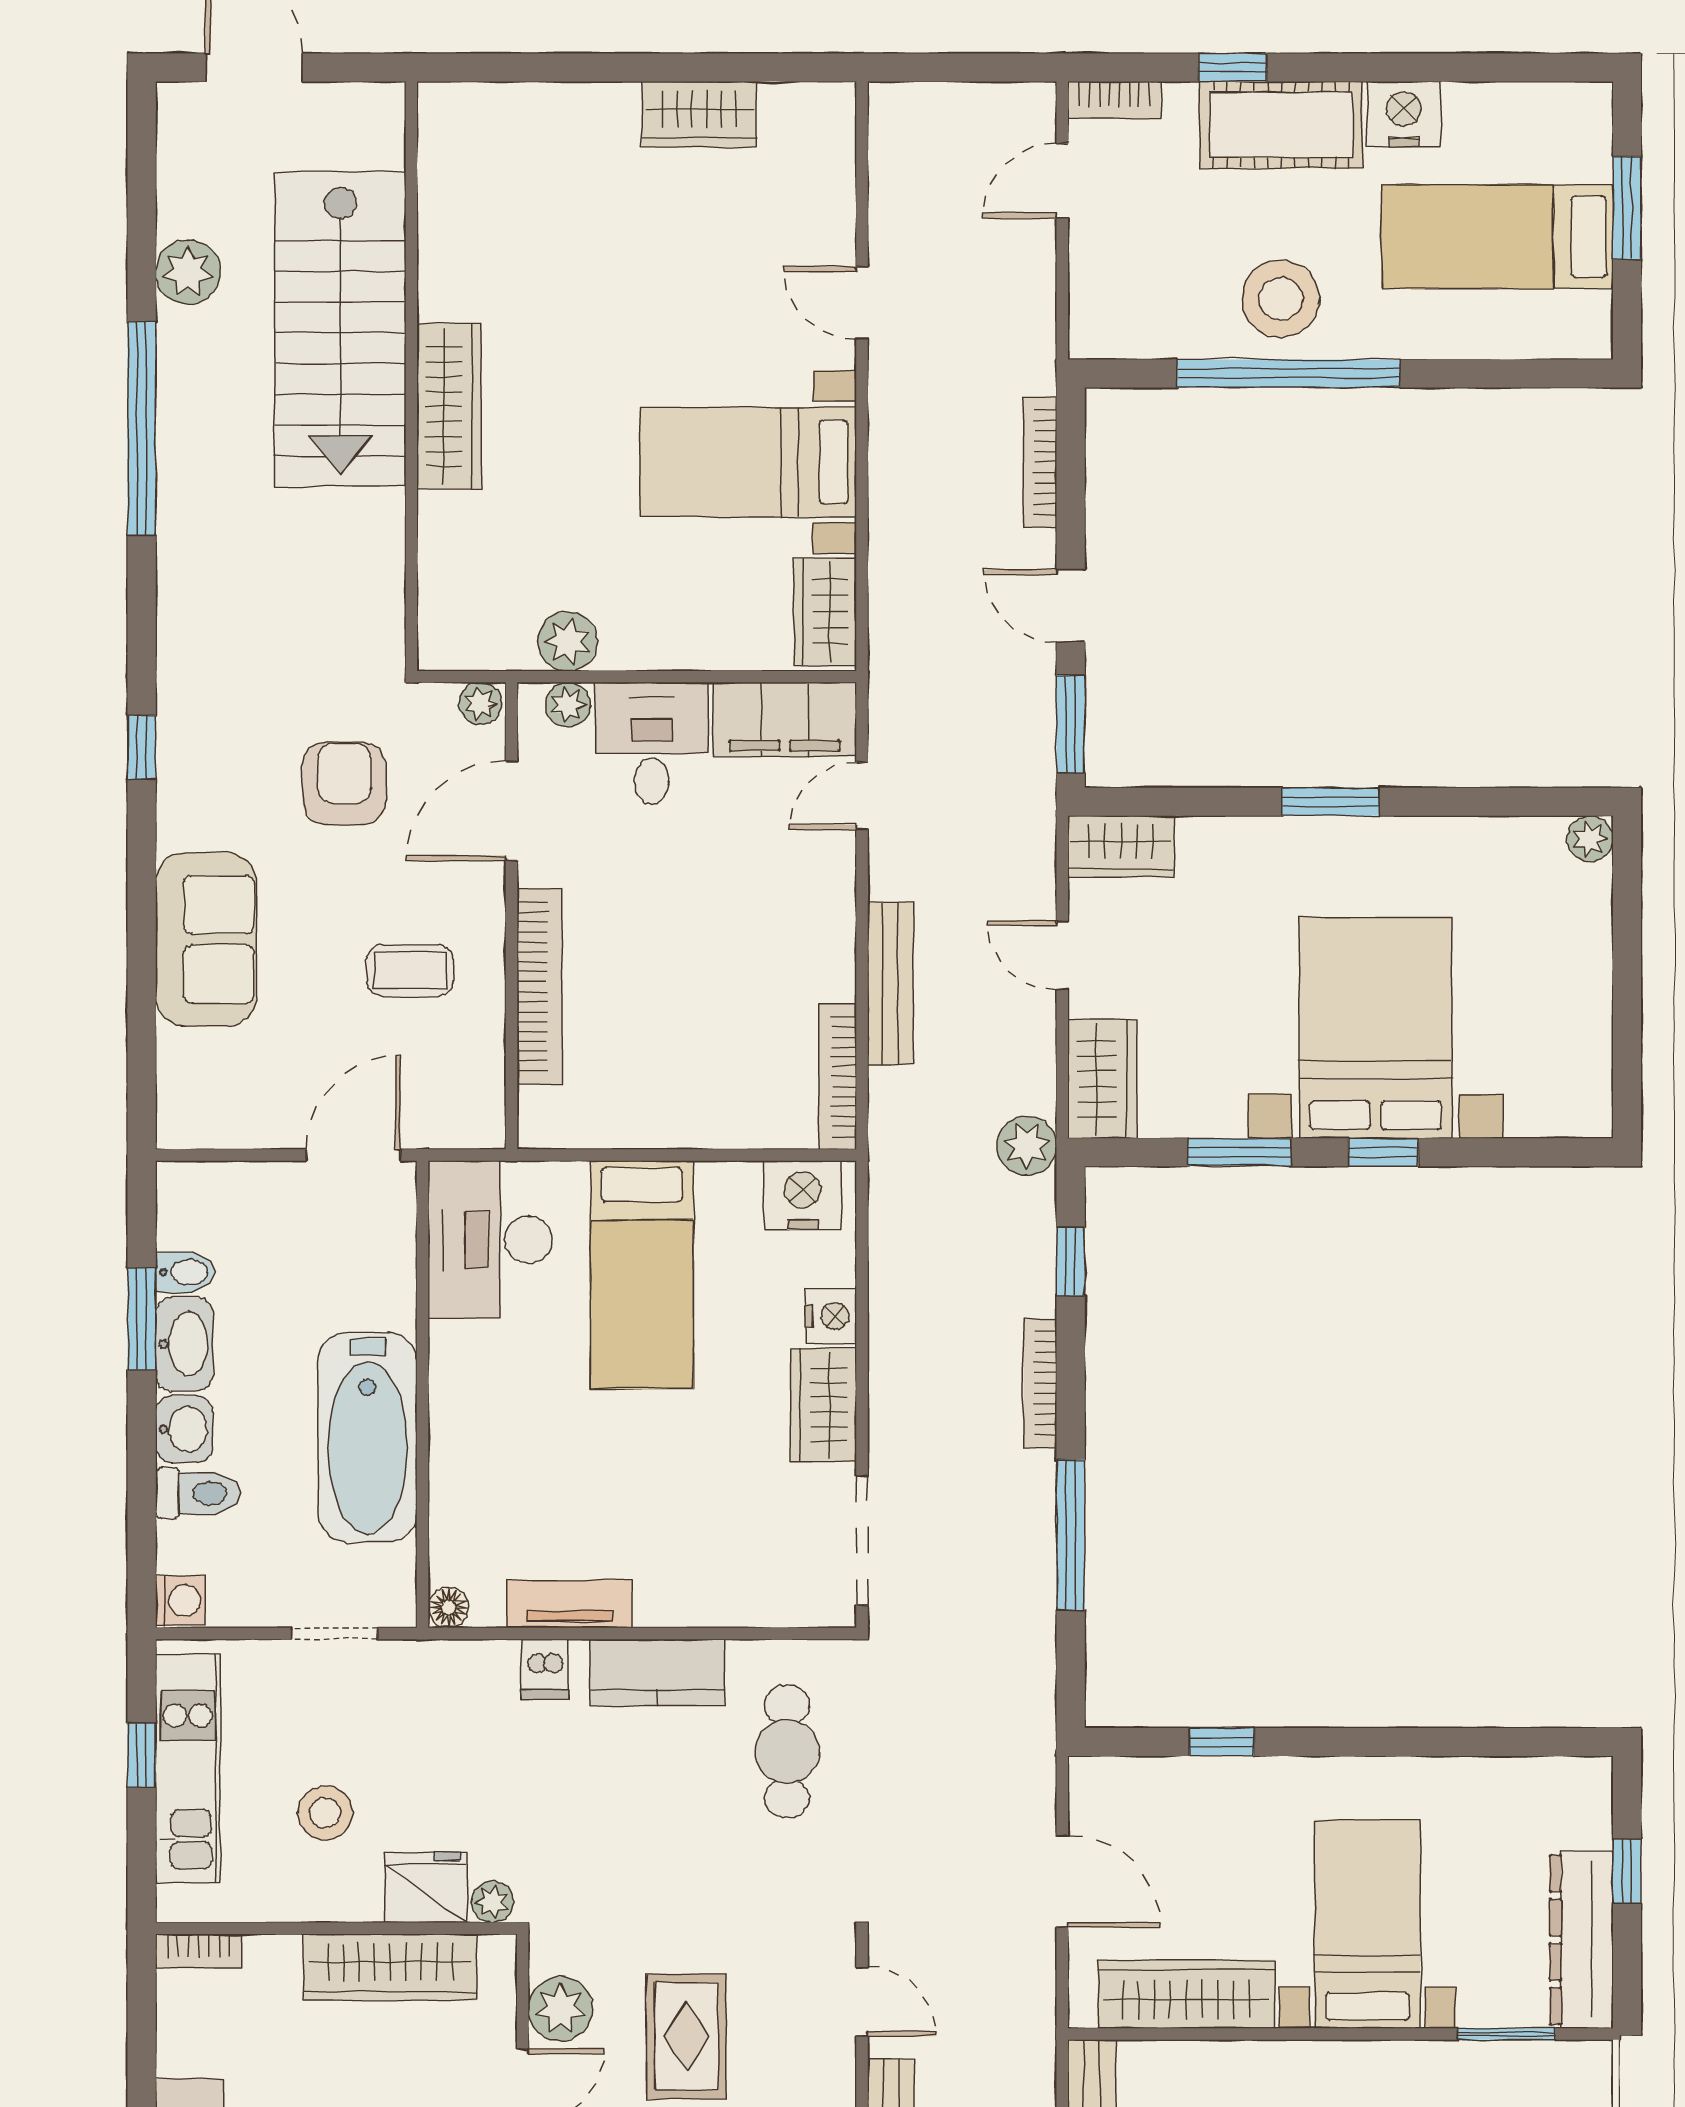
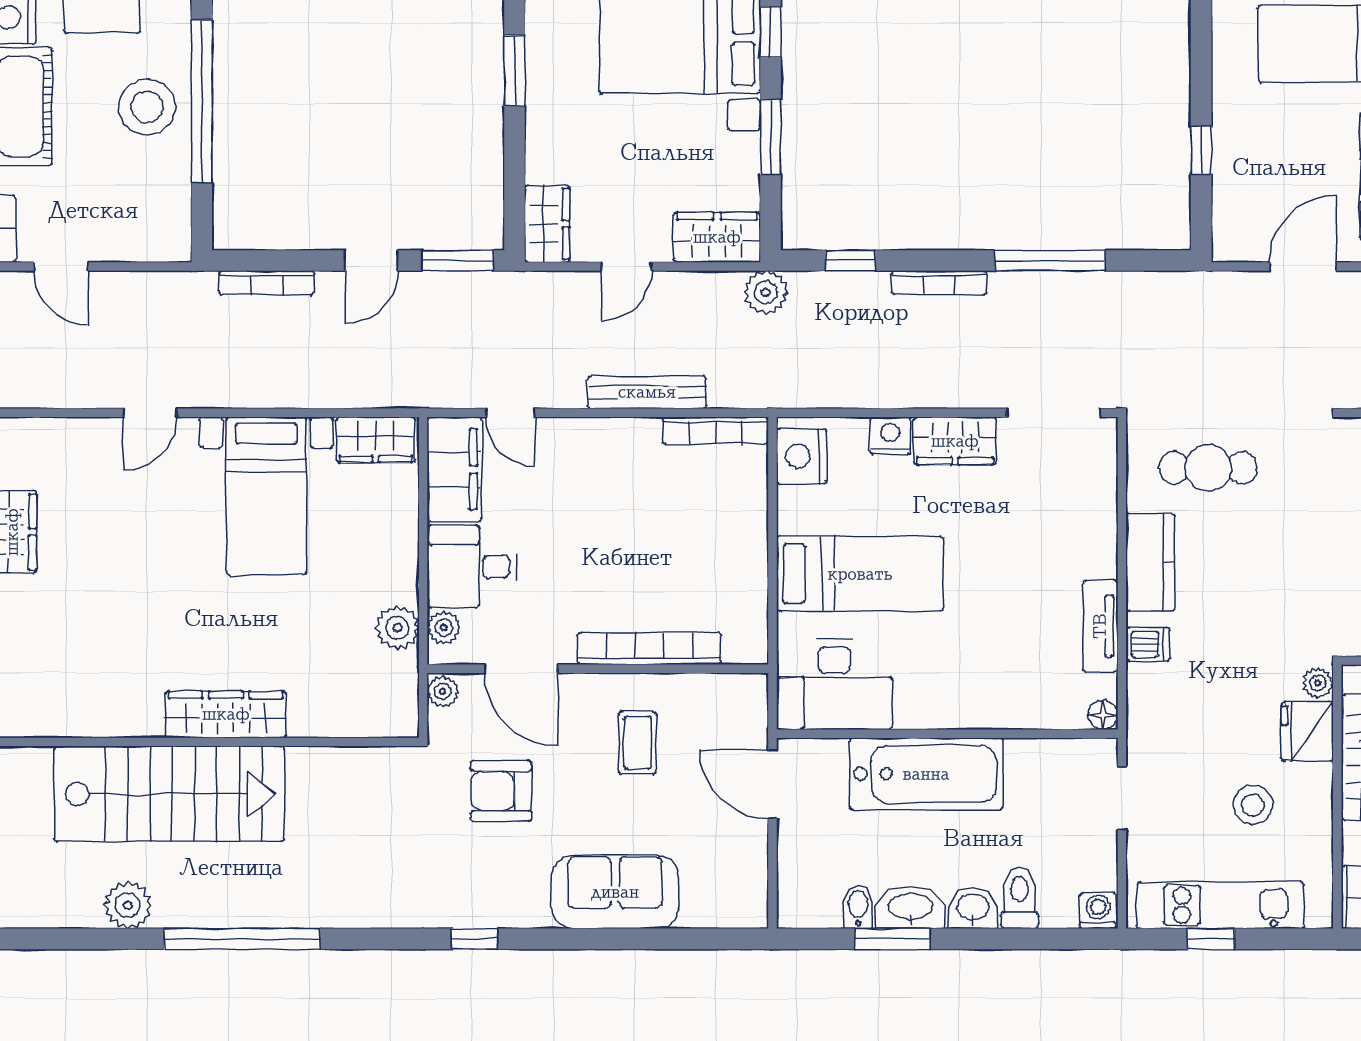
bathtub: (368, 1437) -> (926, 774), moved

